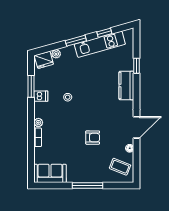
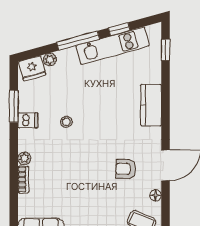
window: (76, 41) -> (78, 41), width x1.44
window: (137, 66) -> (165, 50), moved
armchair: (93, 138) -> (126, 169), moved, turned 180

